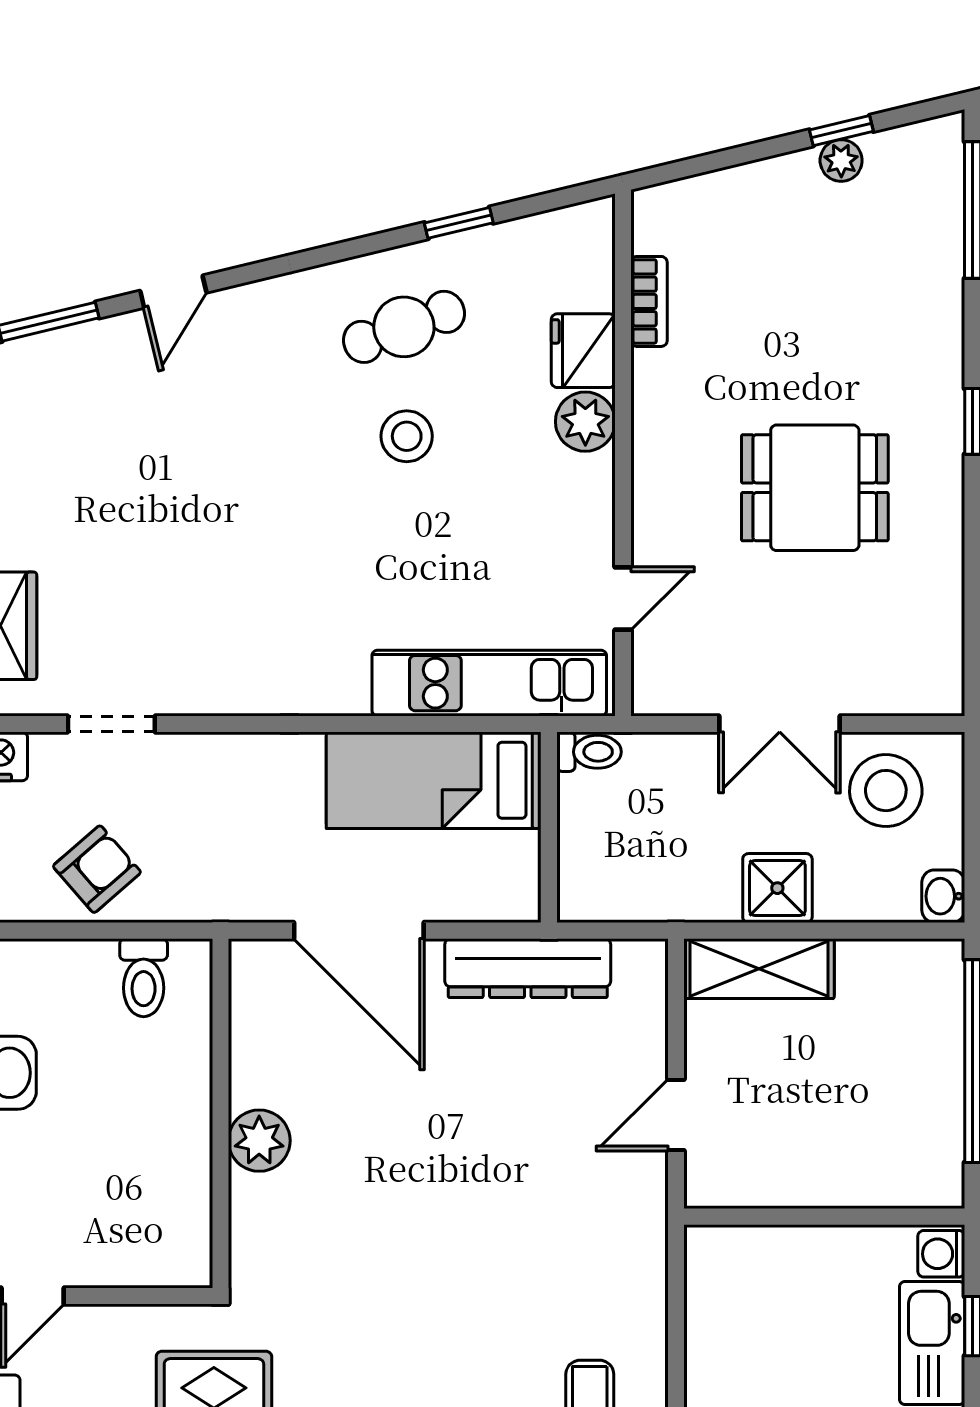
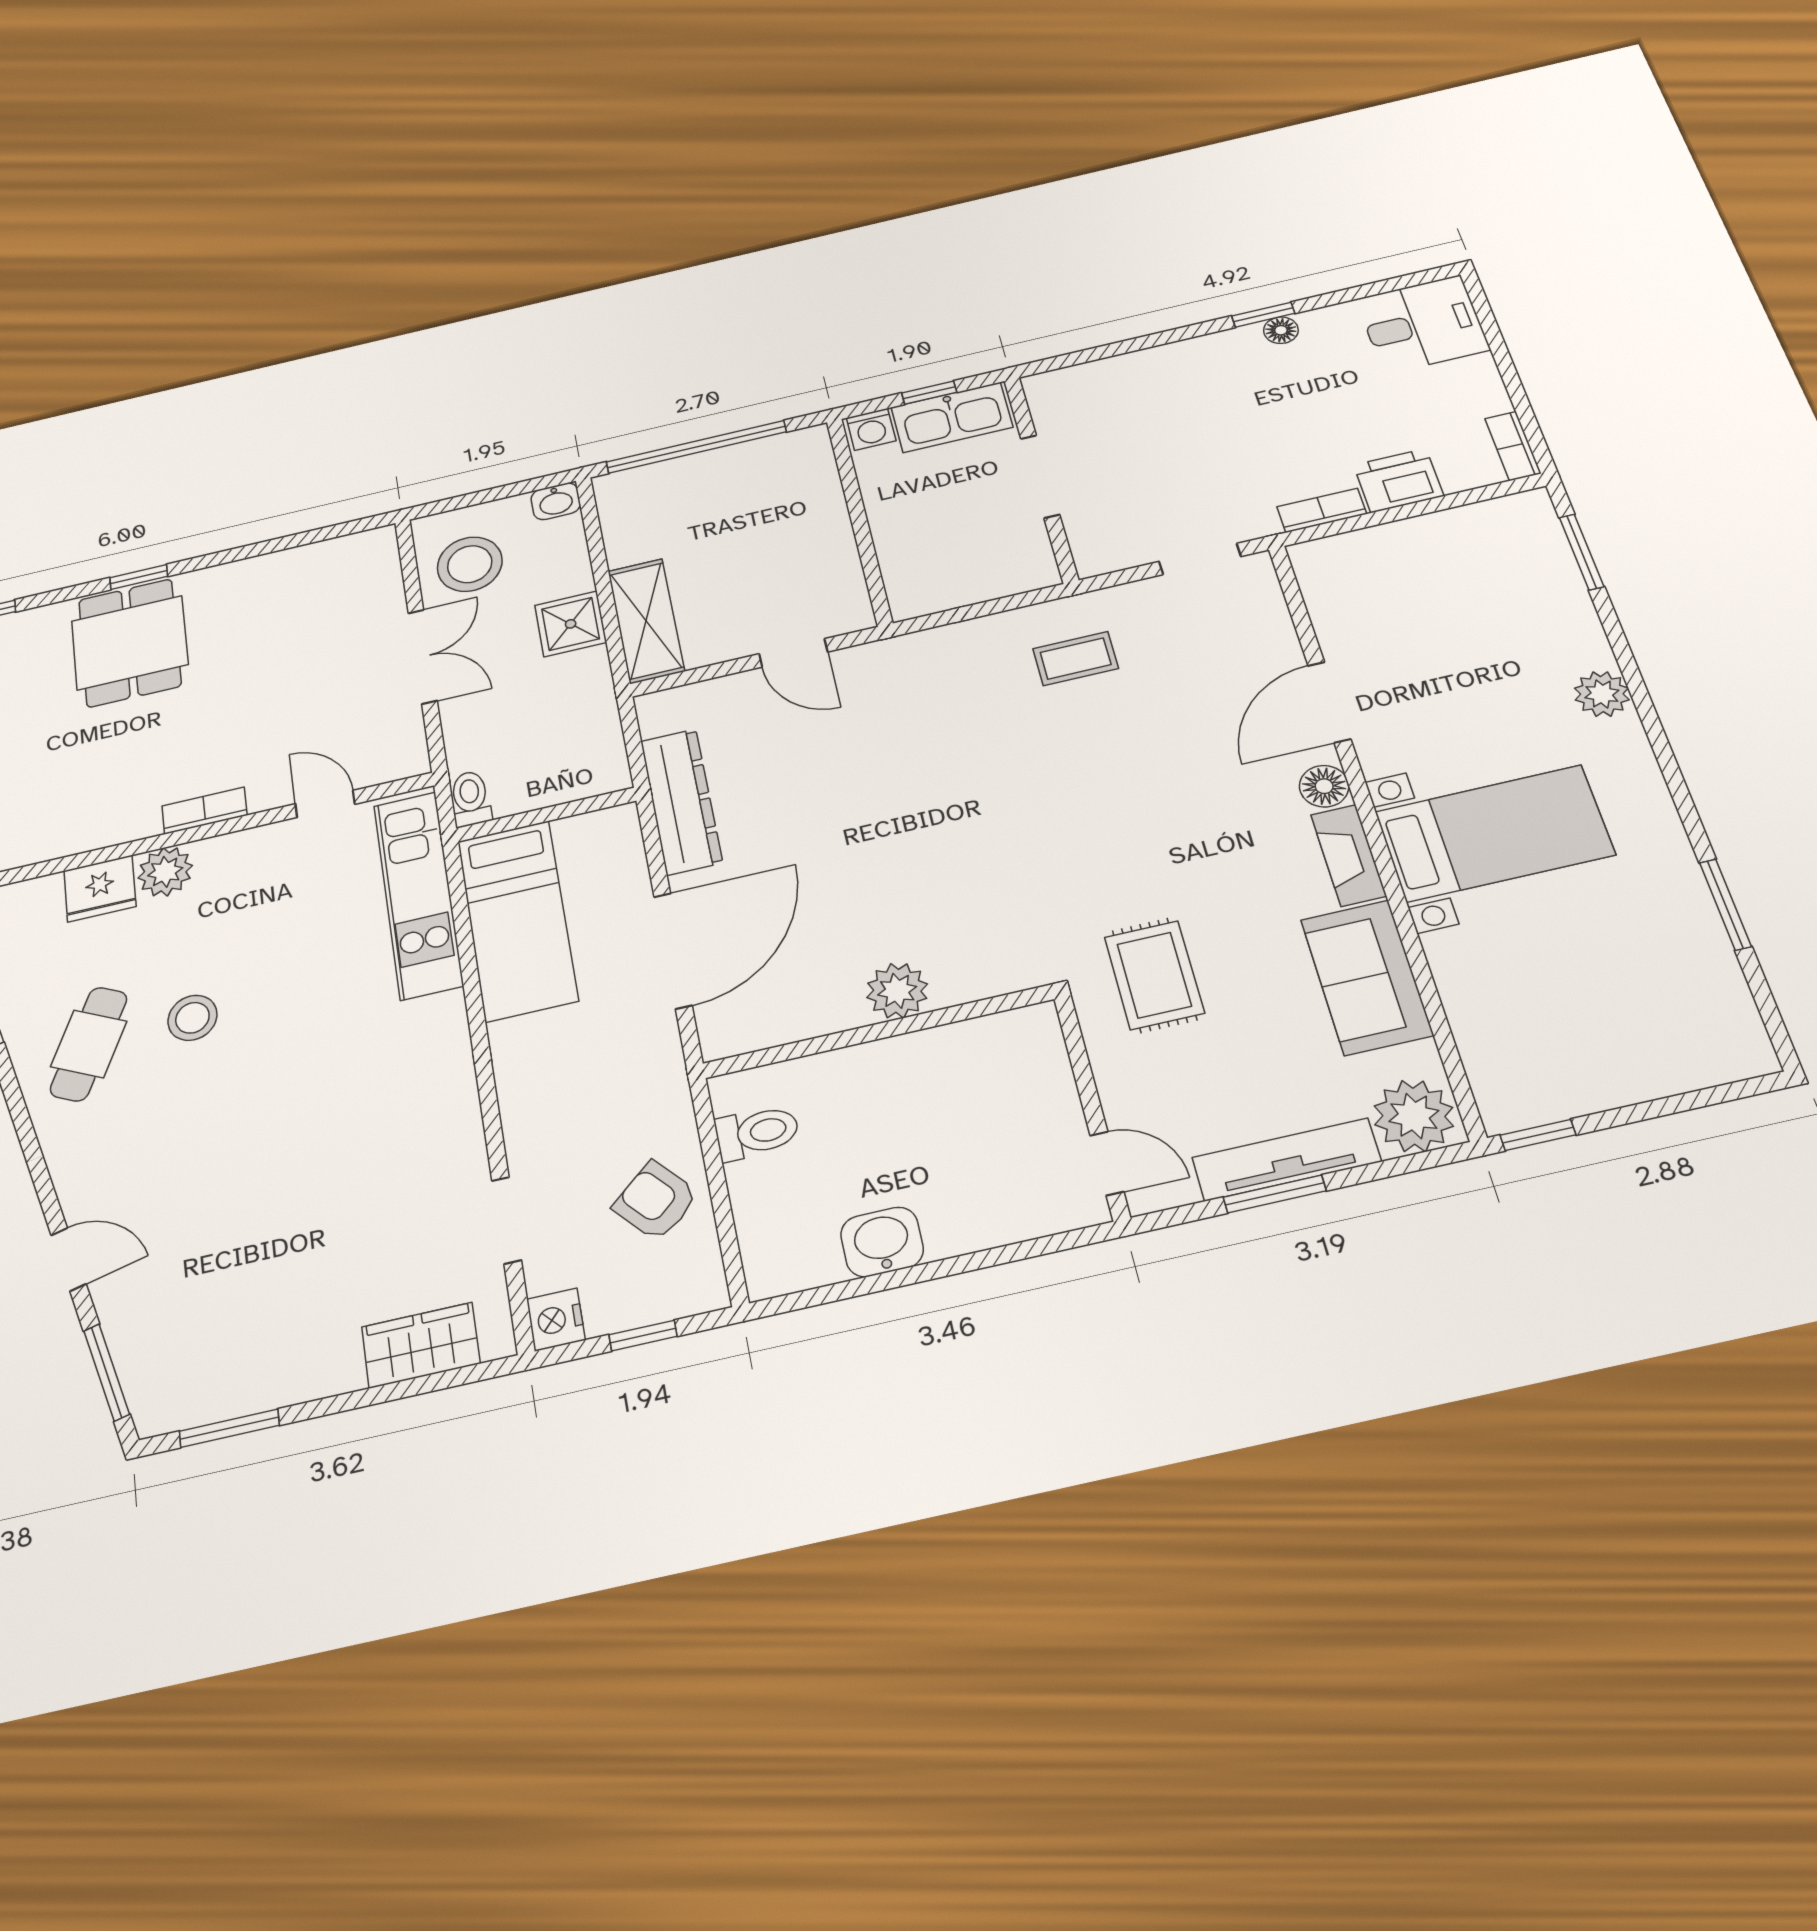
bookcase: (649, 301) -> (205, 811), moved
cafe table: (404, 327) -> (89, 1044), turned 46
dining table: (815, 488) -> (130, 643), moved

